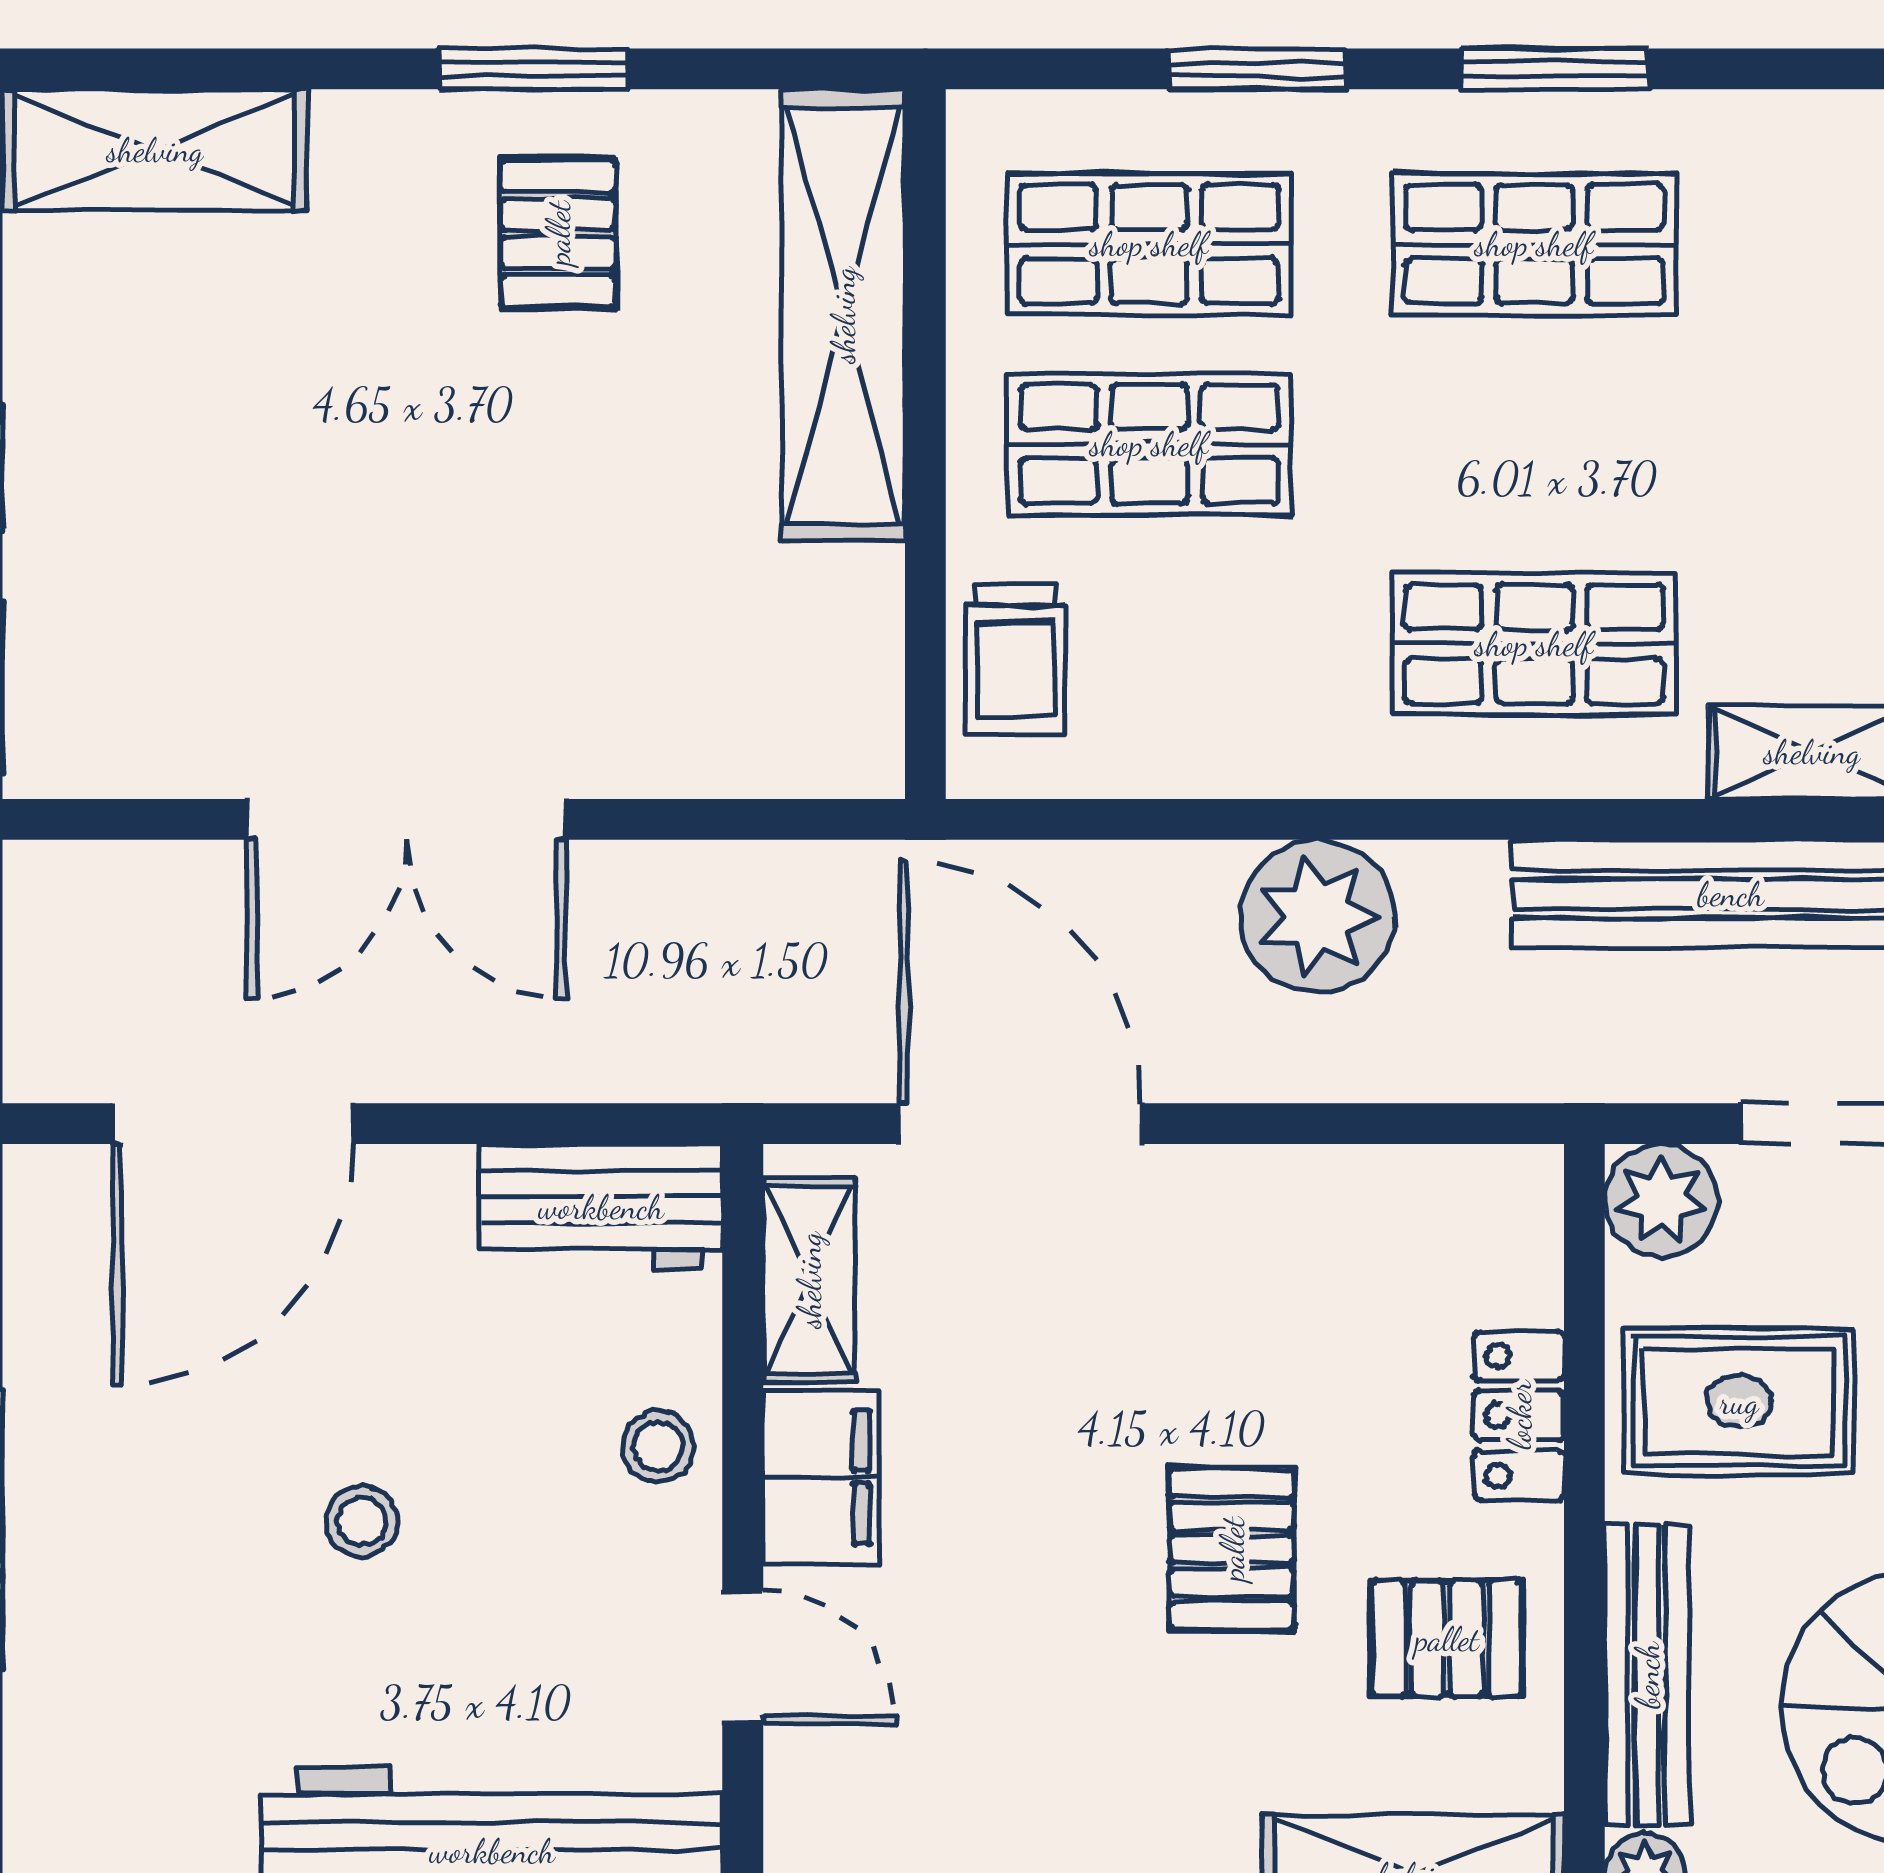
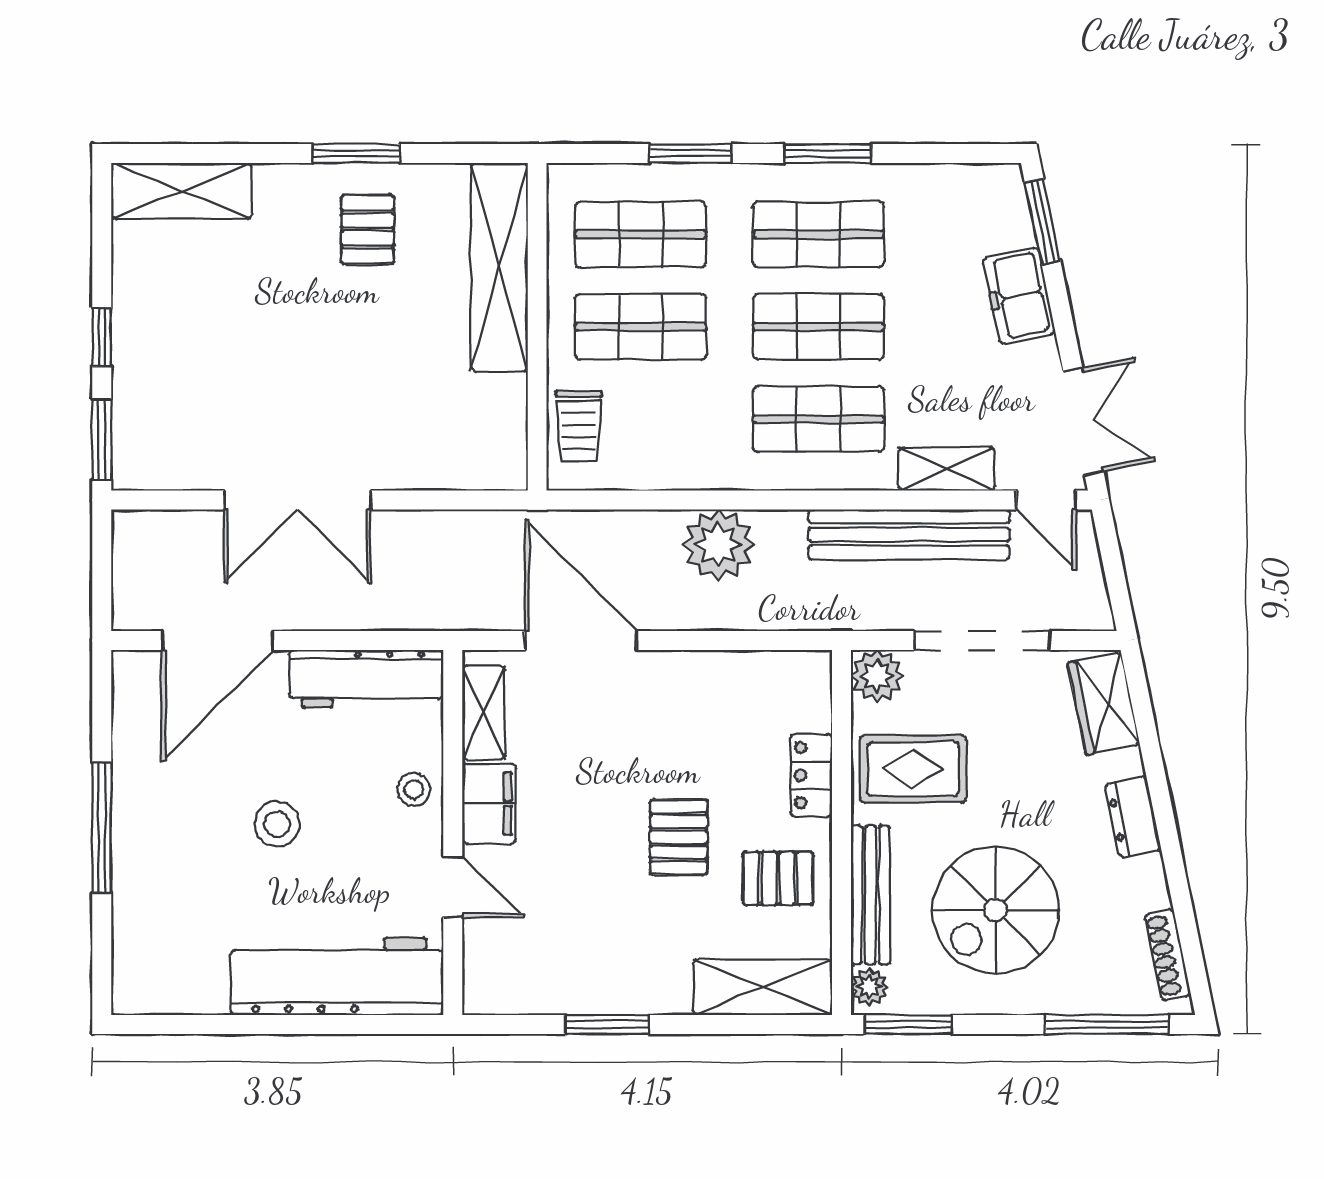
shop shelf: (1534, 444) -> (818, 327), added
workbench: (601, 1207) -> (366, 679), width x1.38
stool: (362, 1521) -> (277, 824), width x1.37, depth x1.37

